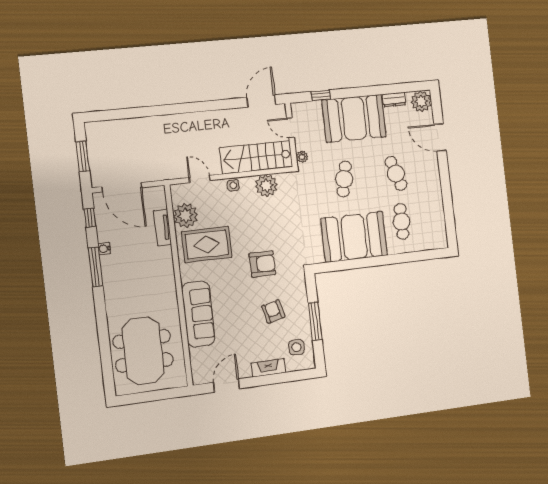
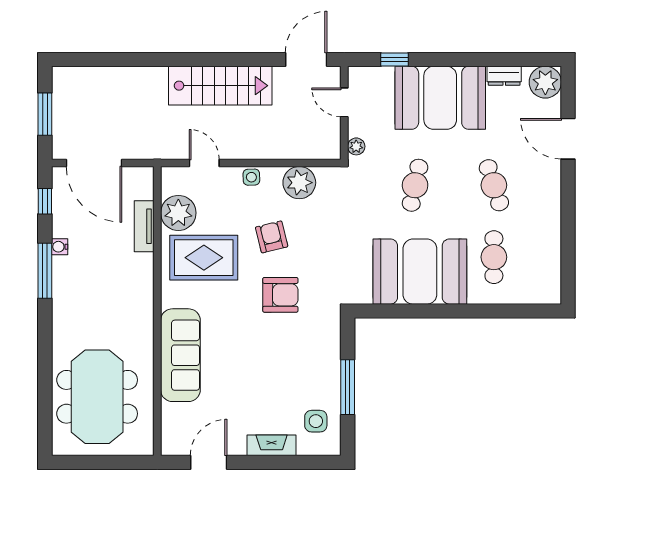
stairs: (256, 157) -> (220, 86), moved, turned 180
armchair: (273, 311) -> (272, 237), moved

